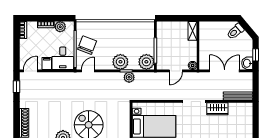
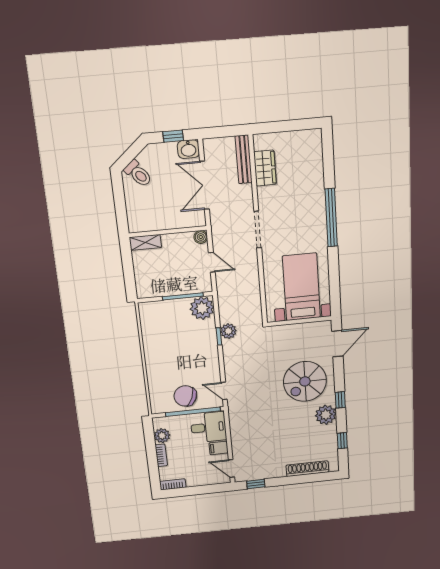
plant: (120, 62) -> (206, 346), removed
wardrobe: (217, 109) -> (265, 168), moved

